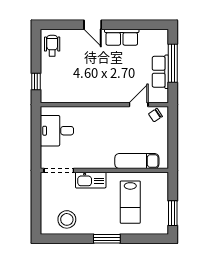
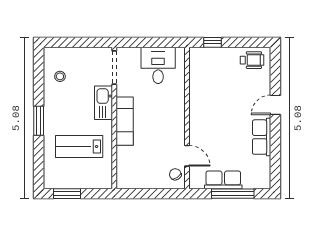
exam couch: (137, 161) -> (125, 121), moved
stool: (67, 219) -> (60, 76), width x0.53, depth x0.53

